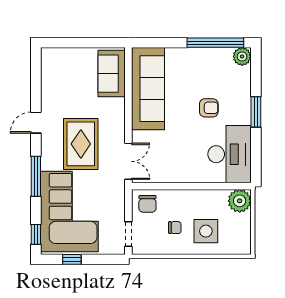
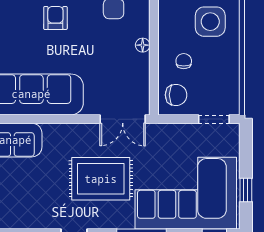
double door: (128, 161) -> (123, 119), swing flipped
floor lamp: (187, 177) -> (143, 45), added
chair: (175, 228) -> (184, 61), moved

